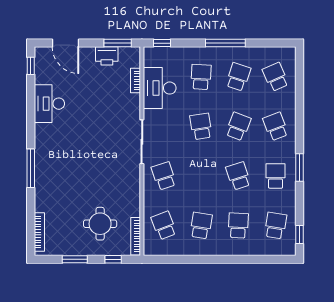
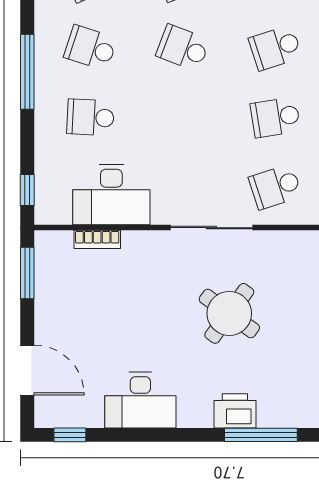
door: (66, 43) -> (27, 370), hinge flipped
printer: (107, 56) -> (235, 411), moved, turned -90
school desk: (201, 126) -> (275, 117), moved
round table: (96, 151) -> (229, 313), added

